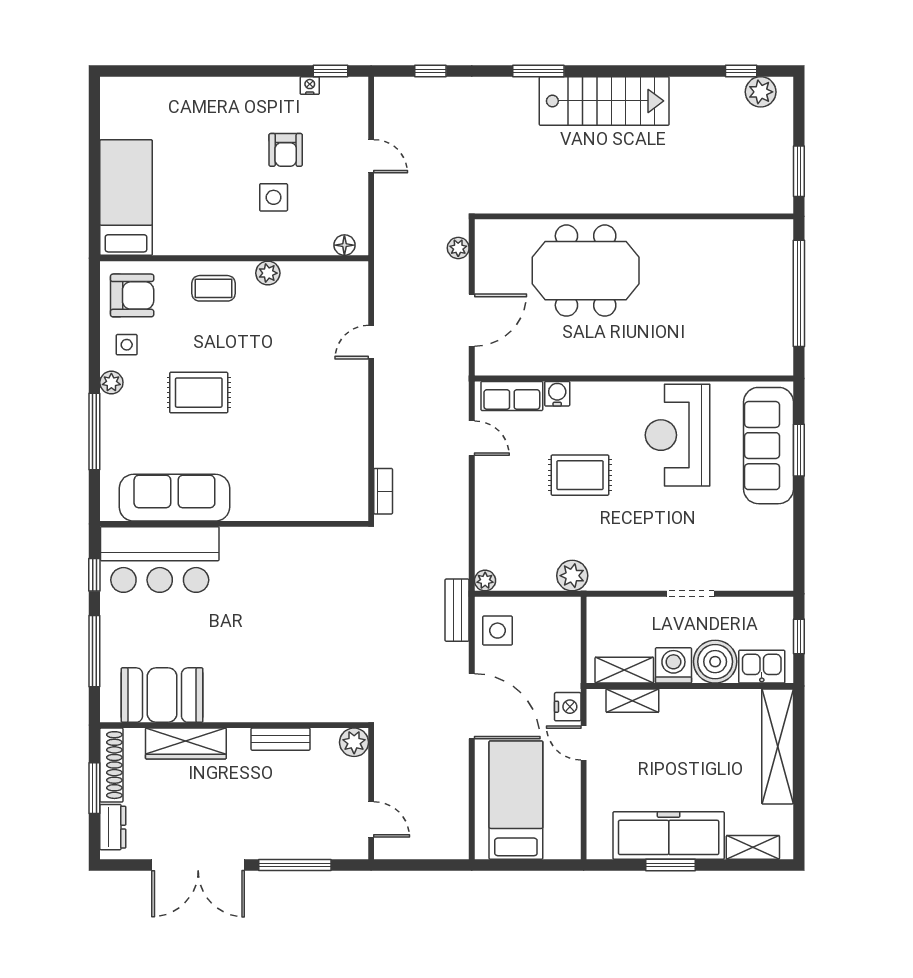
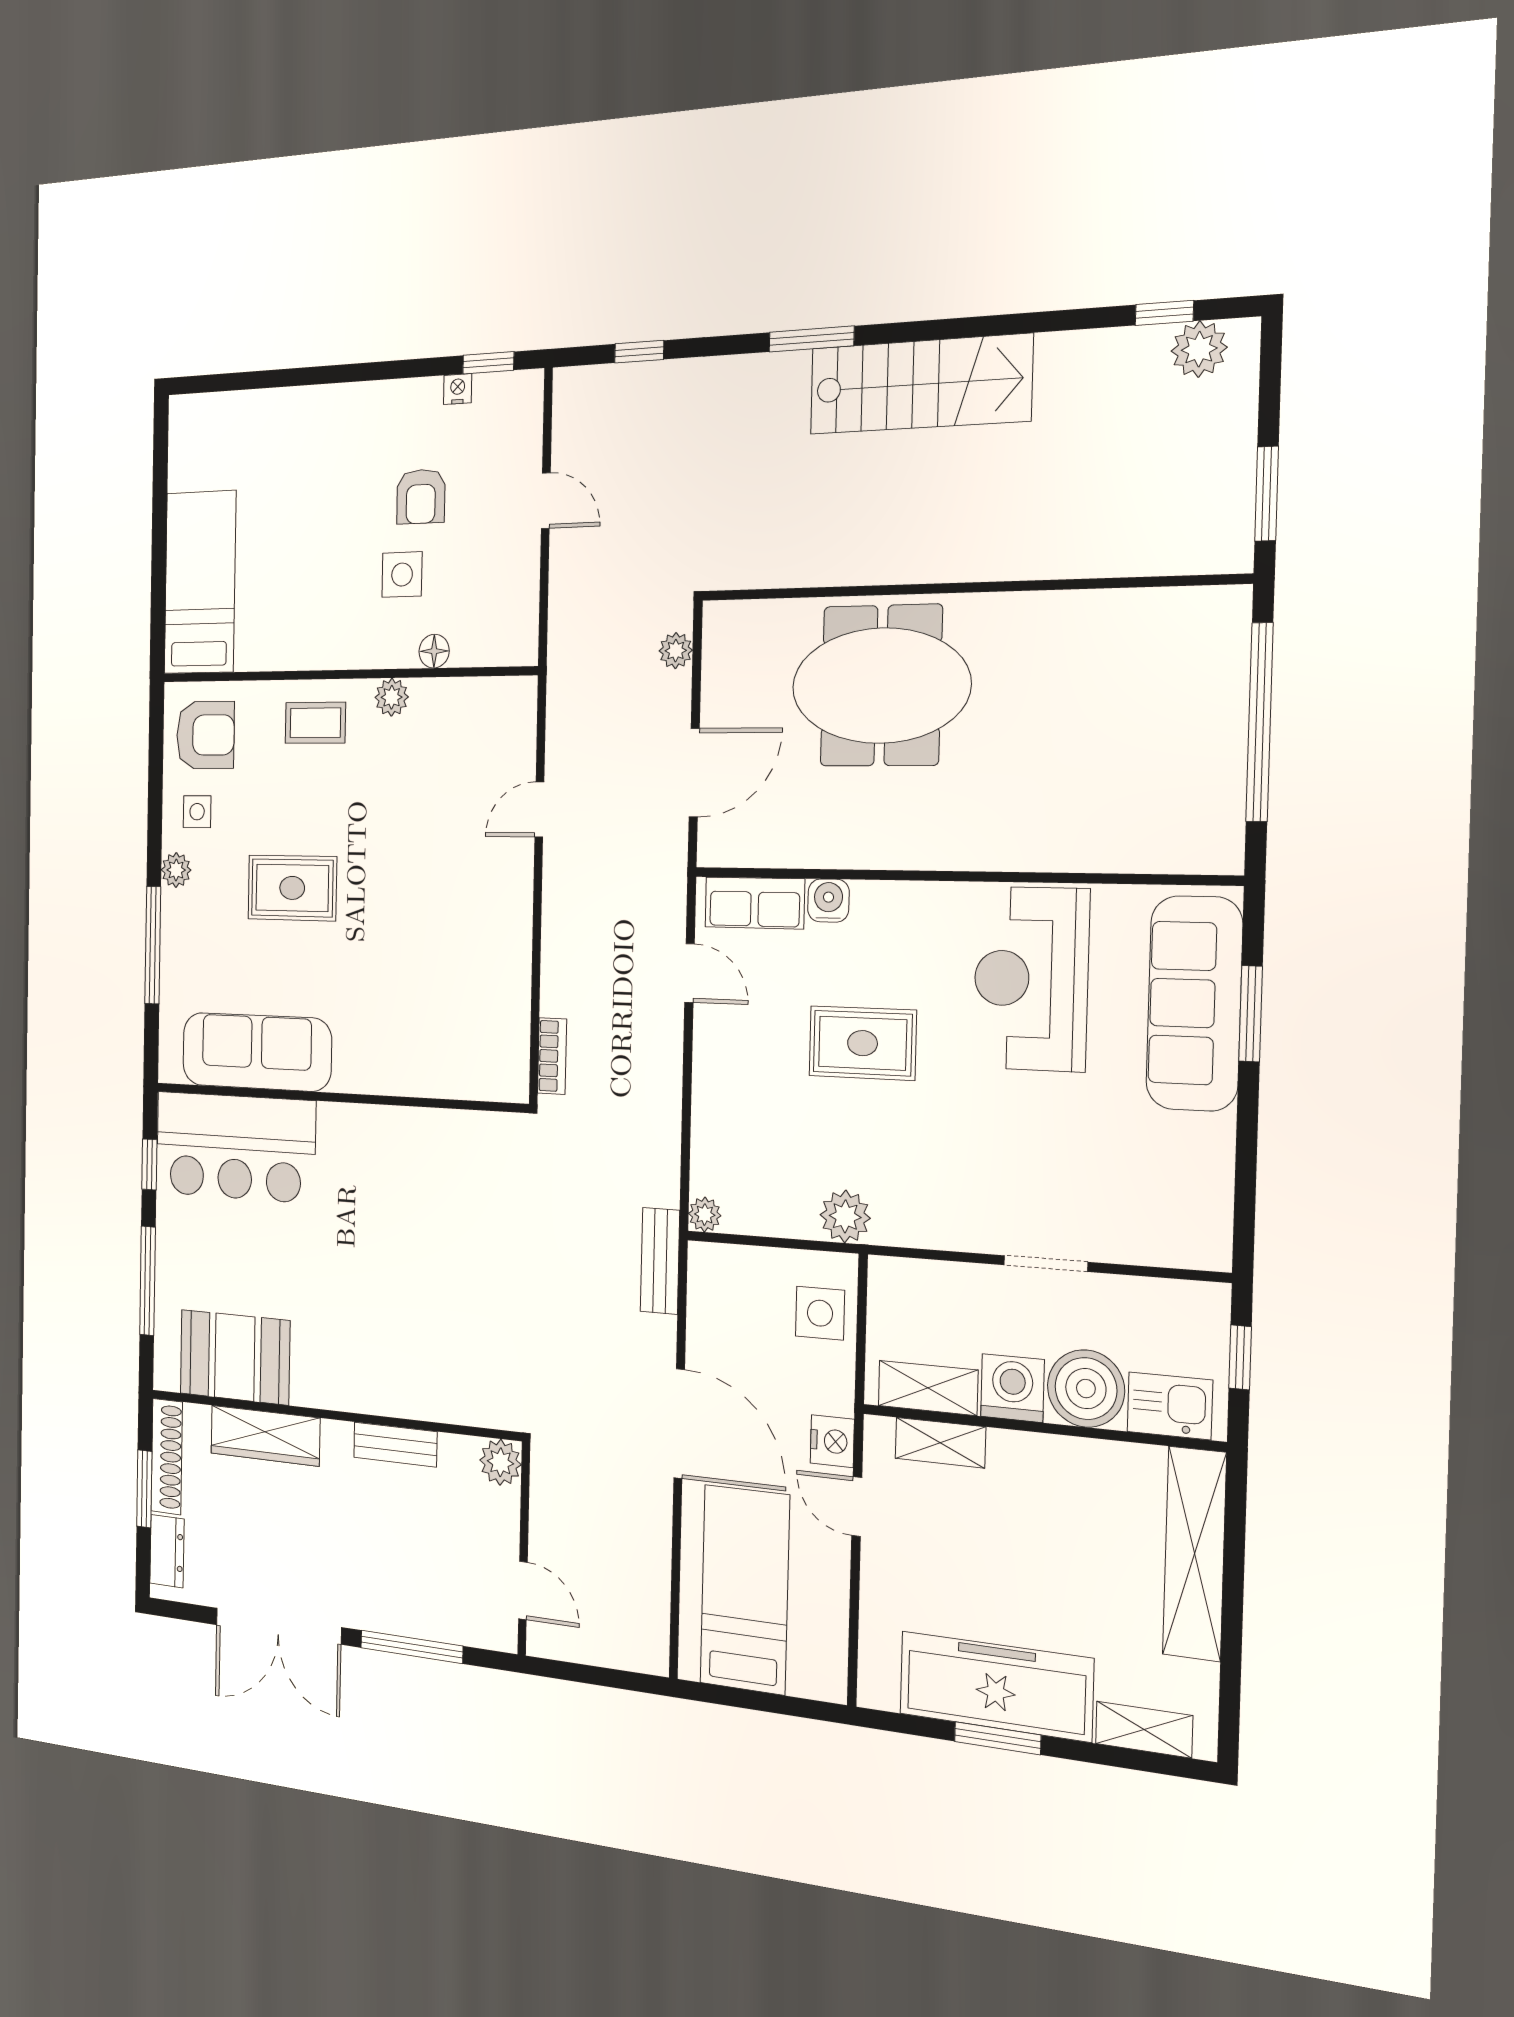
floor lamp: (344, 245) -> (434, 651), moved
side table: (497, 631) -> (820, 1313), moved

